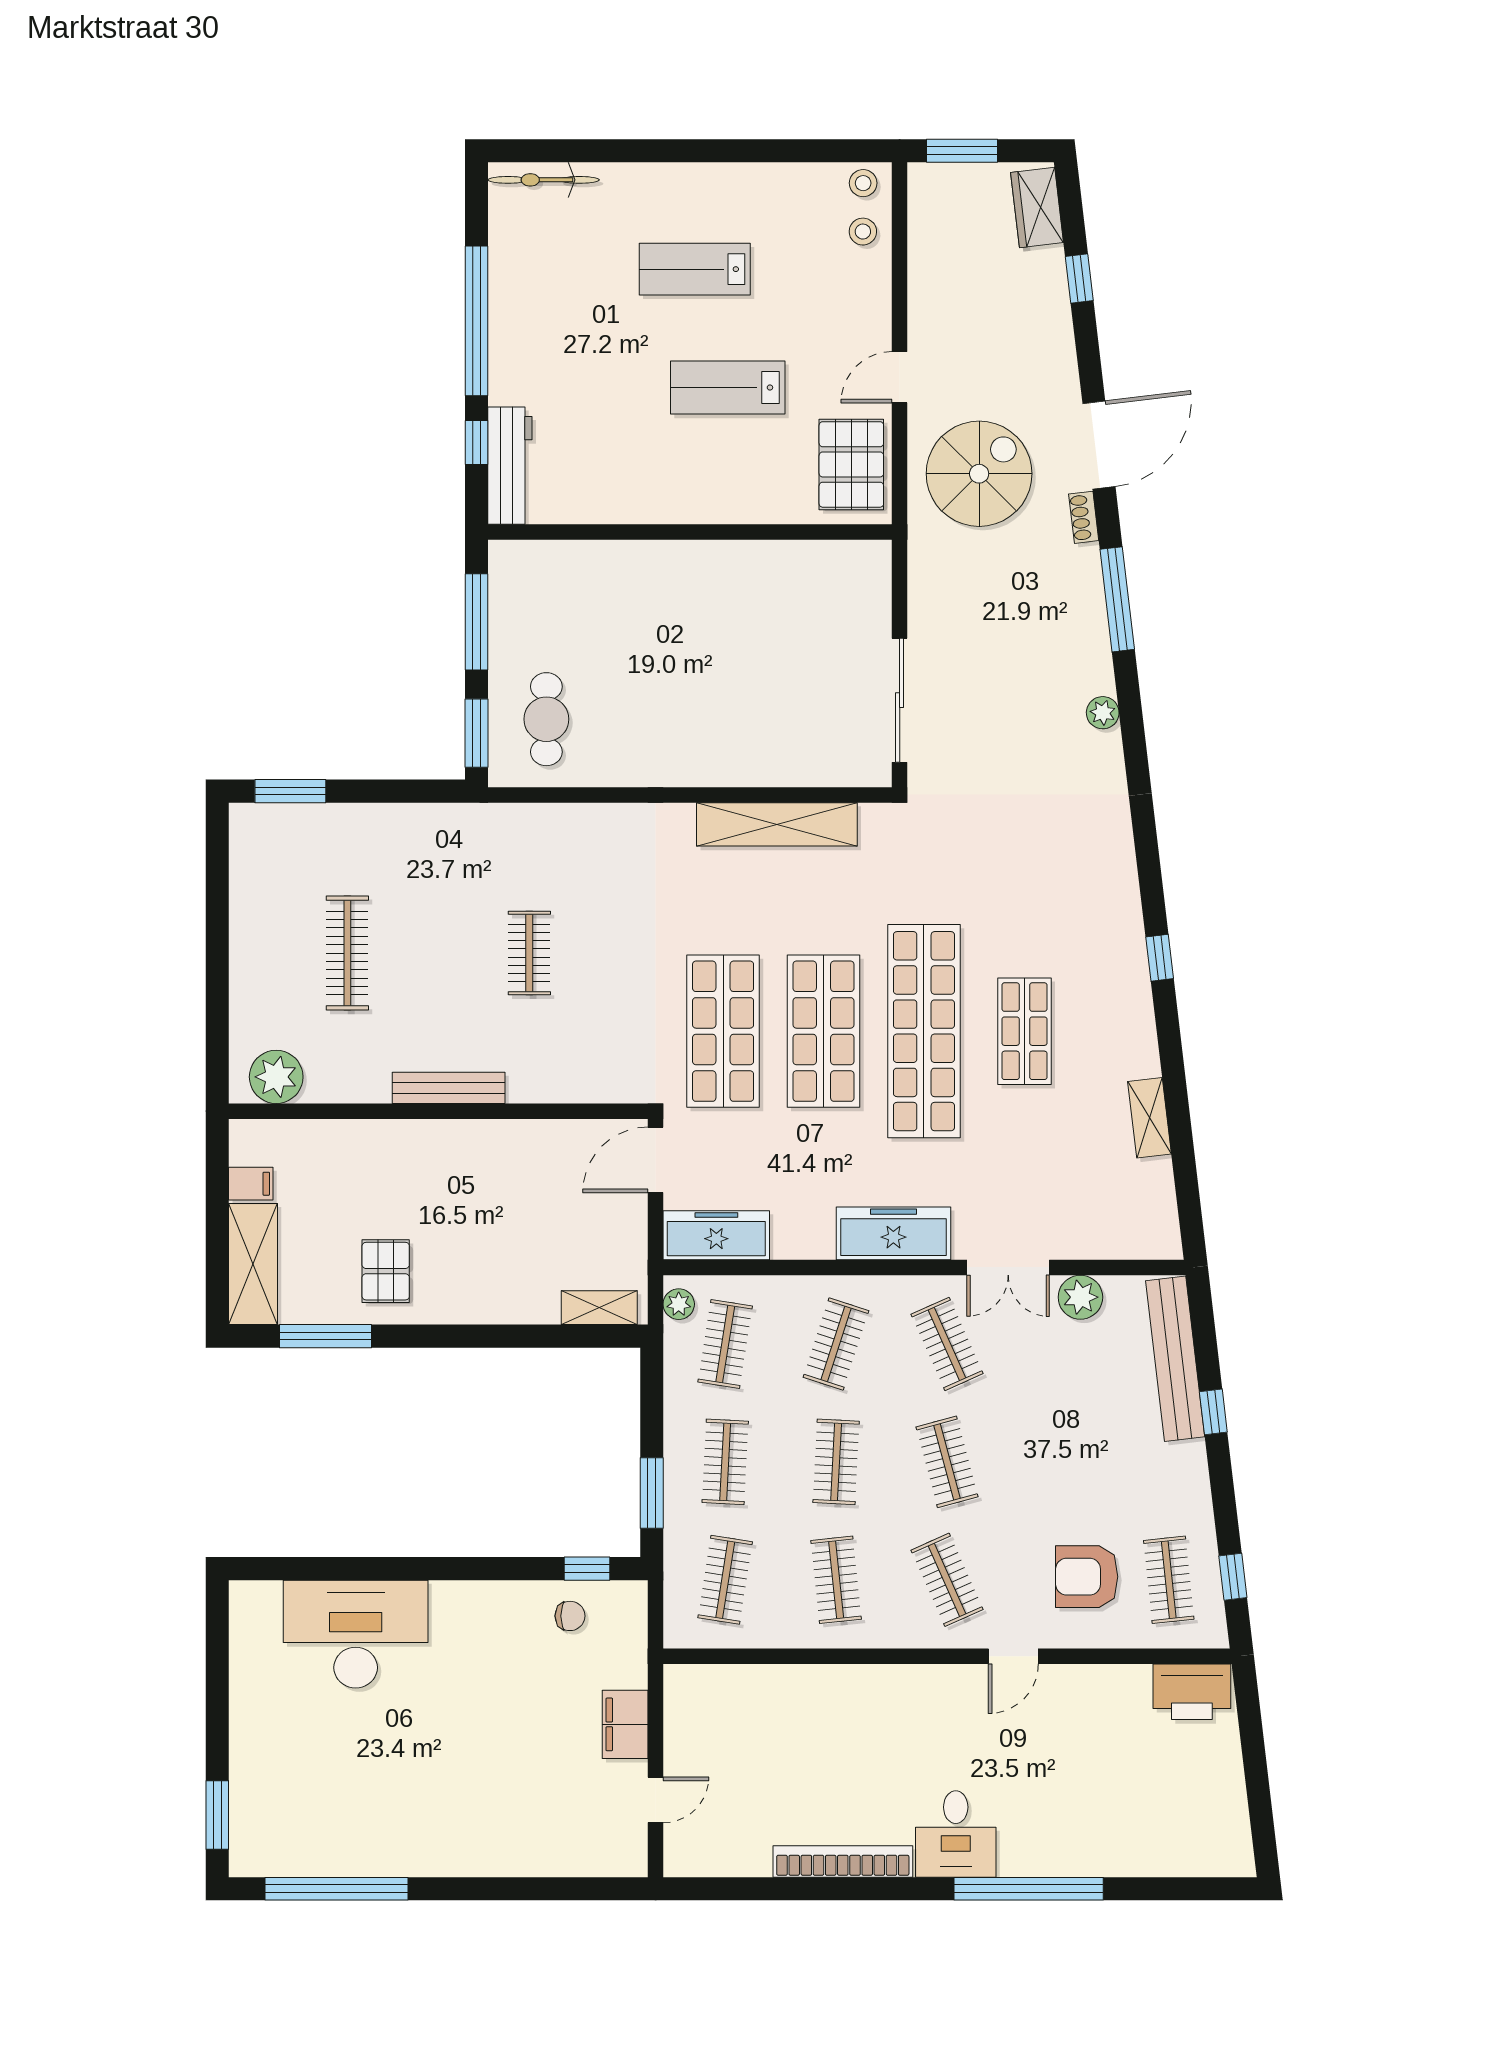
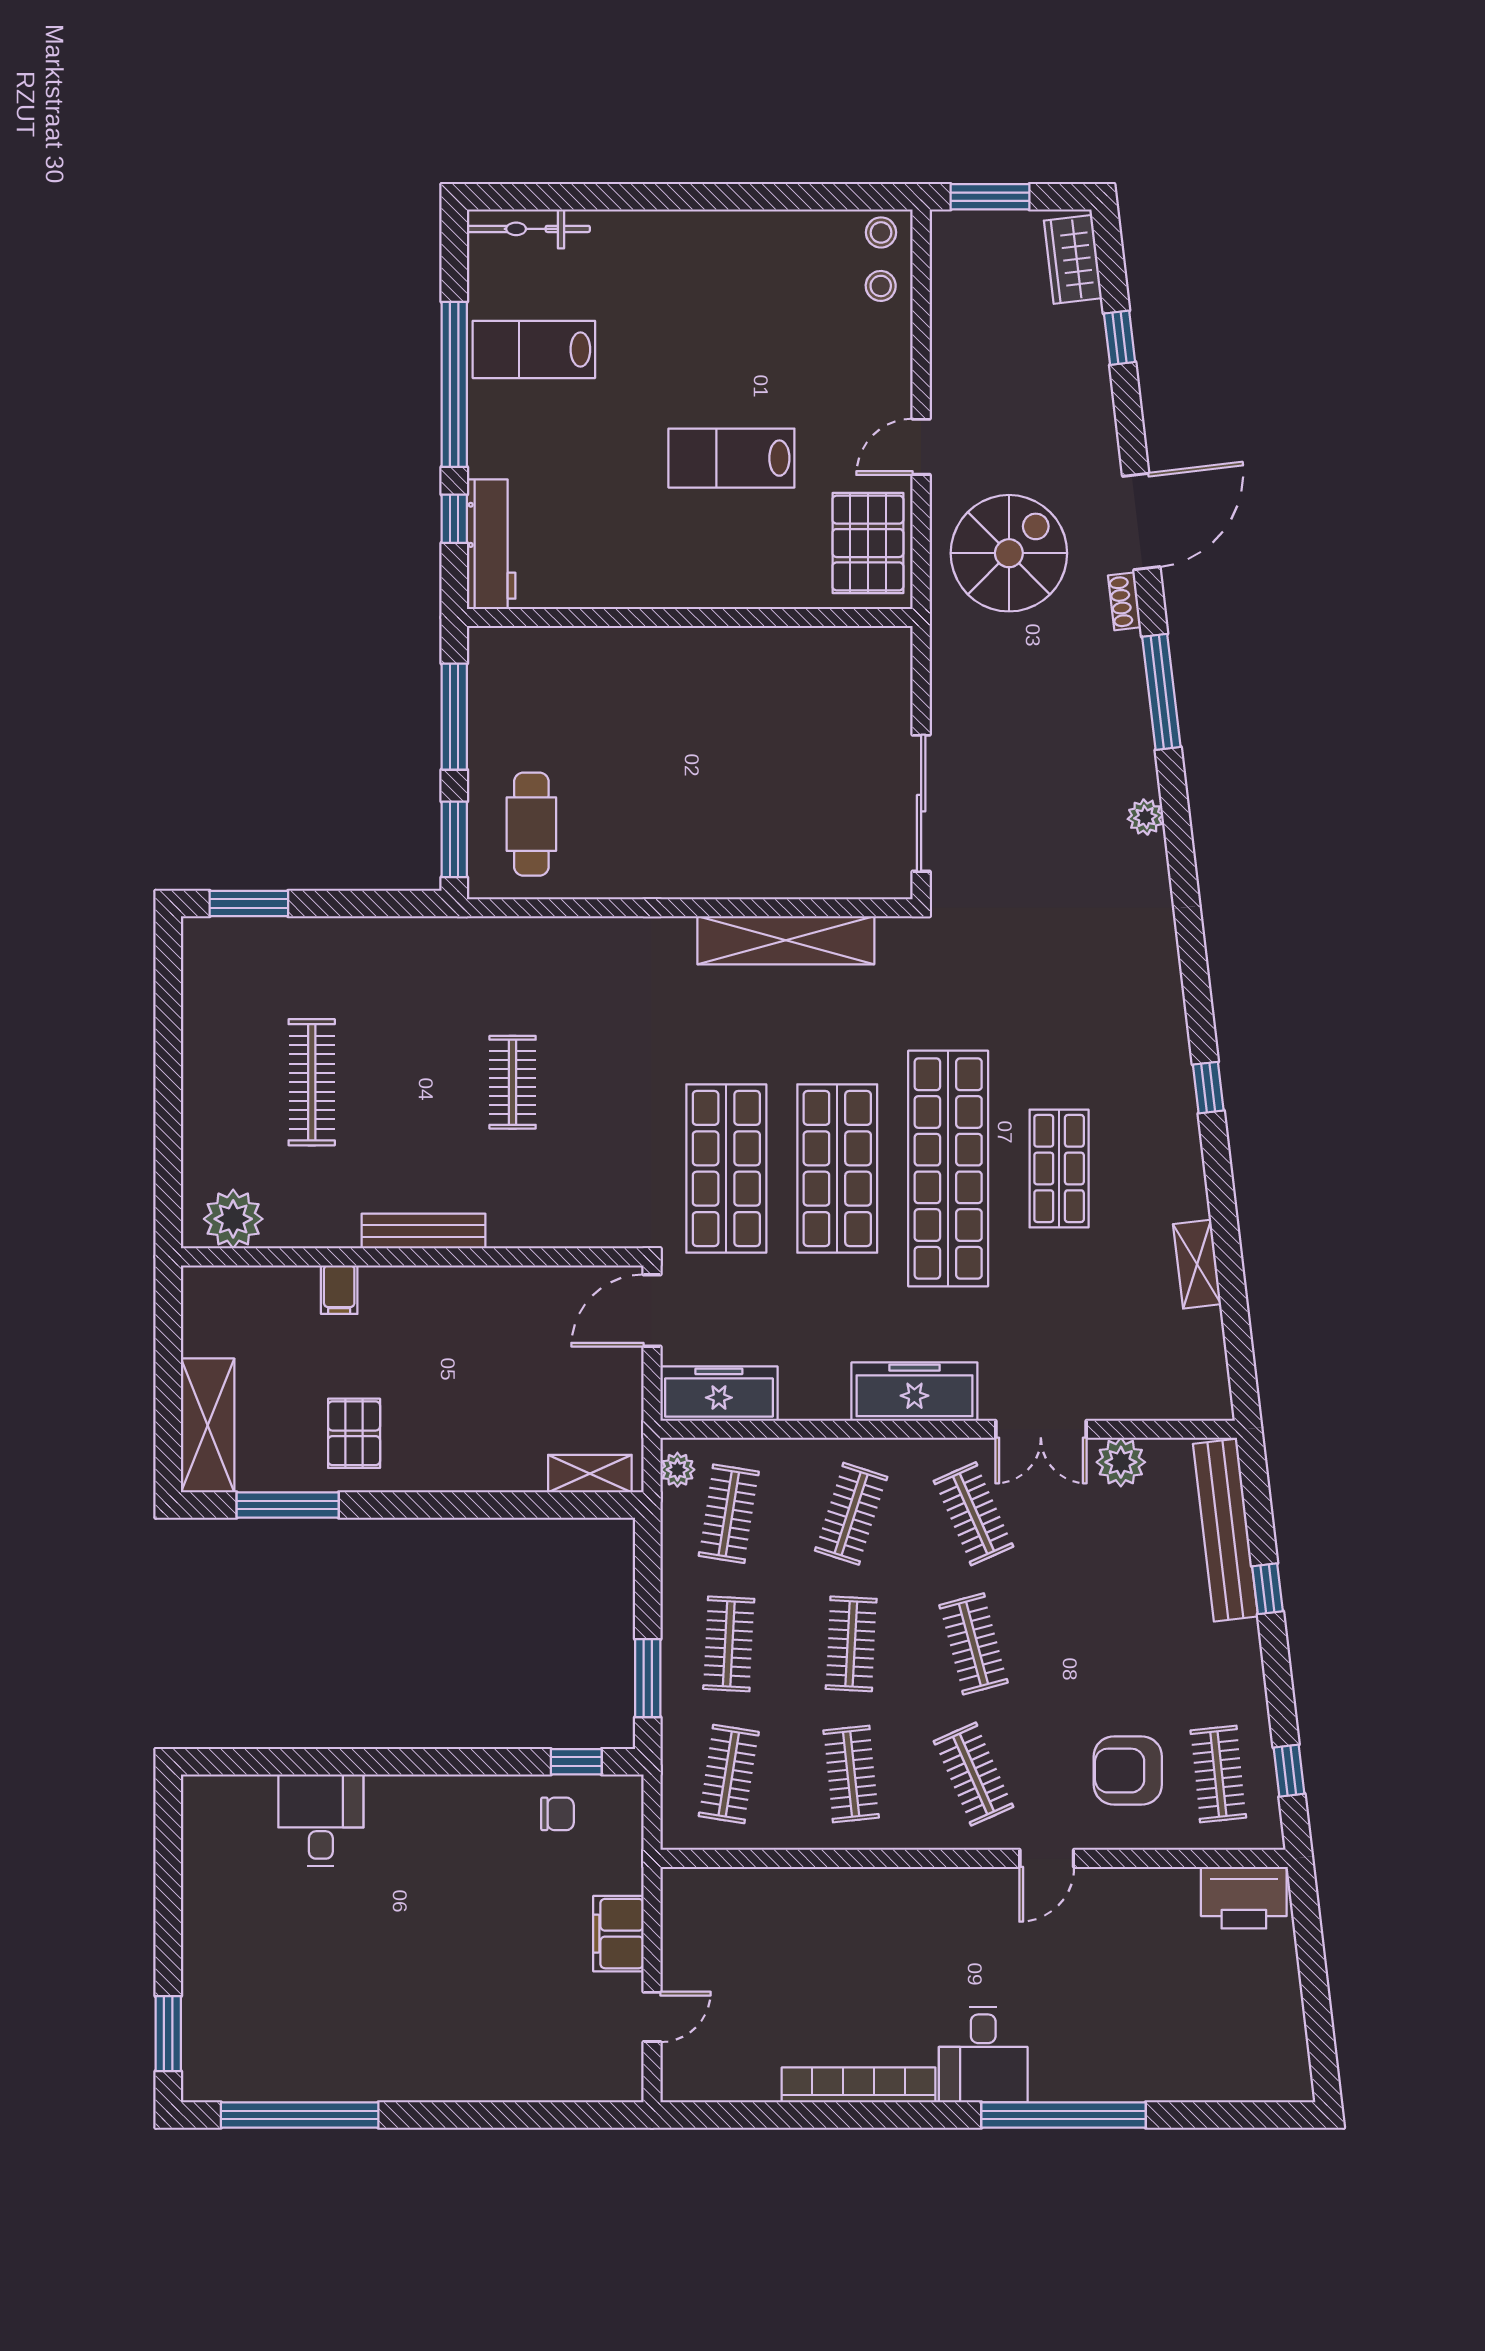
lab bench: (695, 269) -> (534, 349), moved
filing cabinet: (251, 1184) -> (339, 1290), moved, turned 90
desk: (356, 1634) -> (321, 1820), width x0.53, depth x0.77

